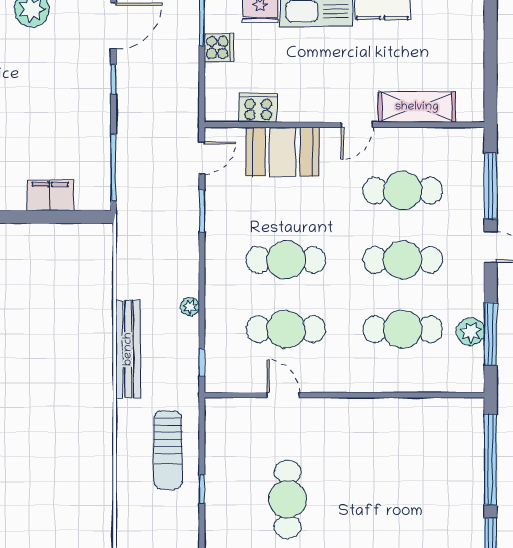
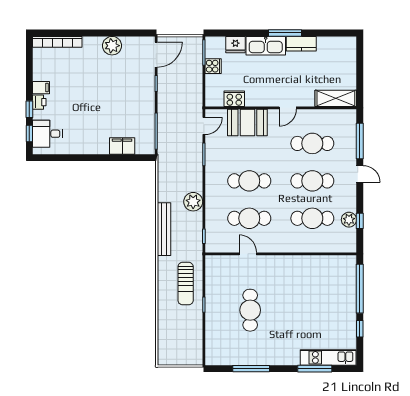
shelving: (417, 107) -> (336, 98), moved
plant: (190, 307) -> (193, 202), width x1.87, depth x1.87
window: (491, 334) -> (360, 221), width x0.46

